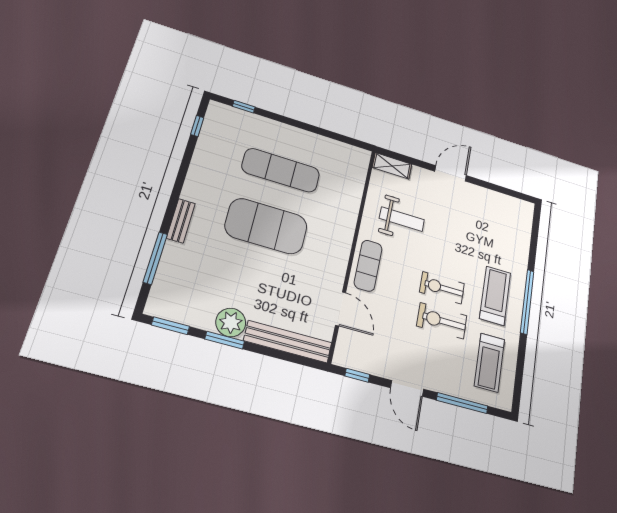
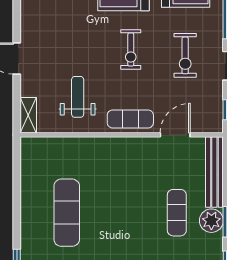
exercise mat: (266, 226) -> (177, 213), moved, width x0.50, depth x0.69
exercise bike: (442, 321) -> (185, 55), moved

